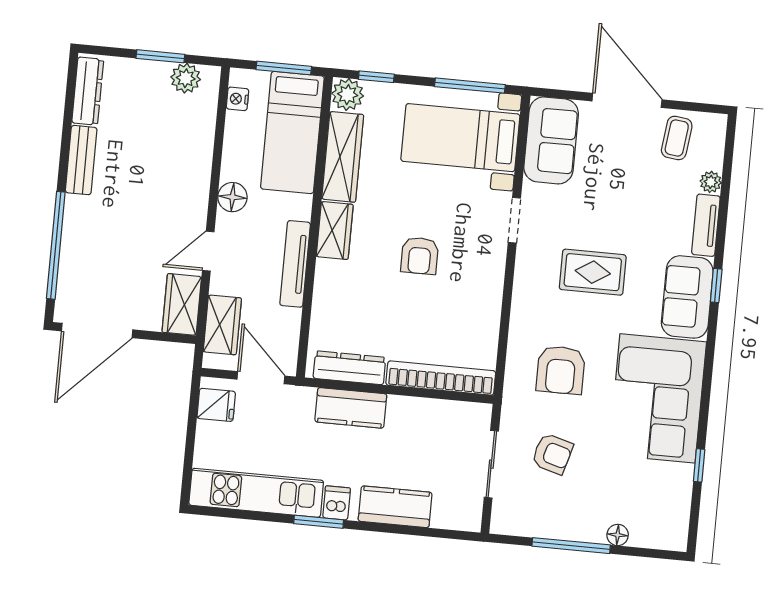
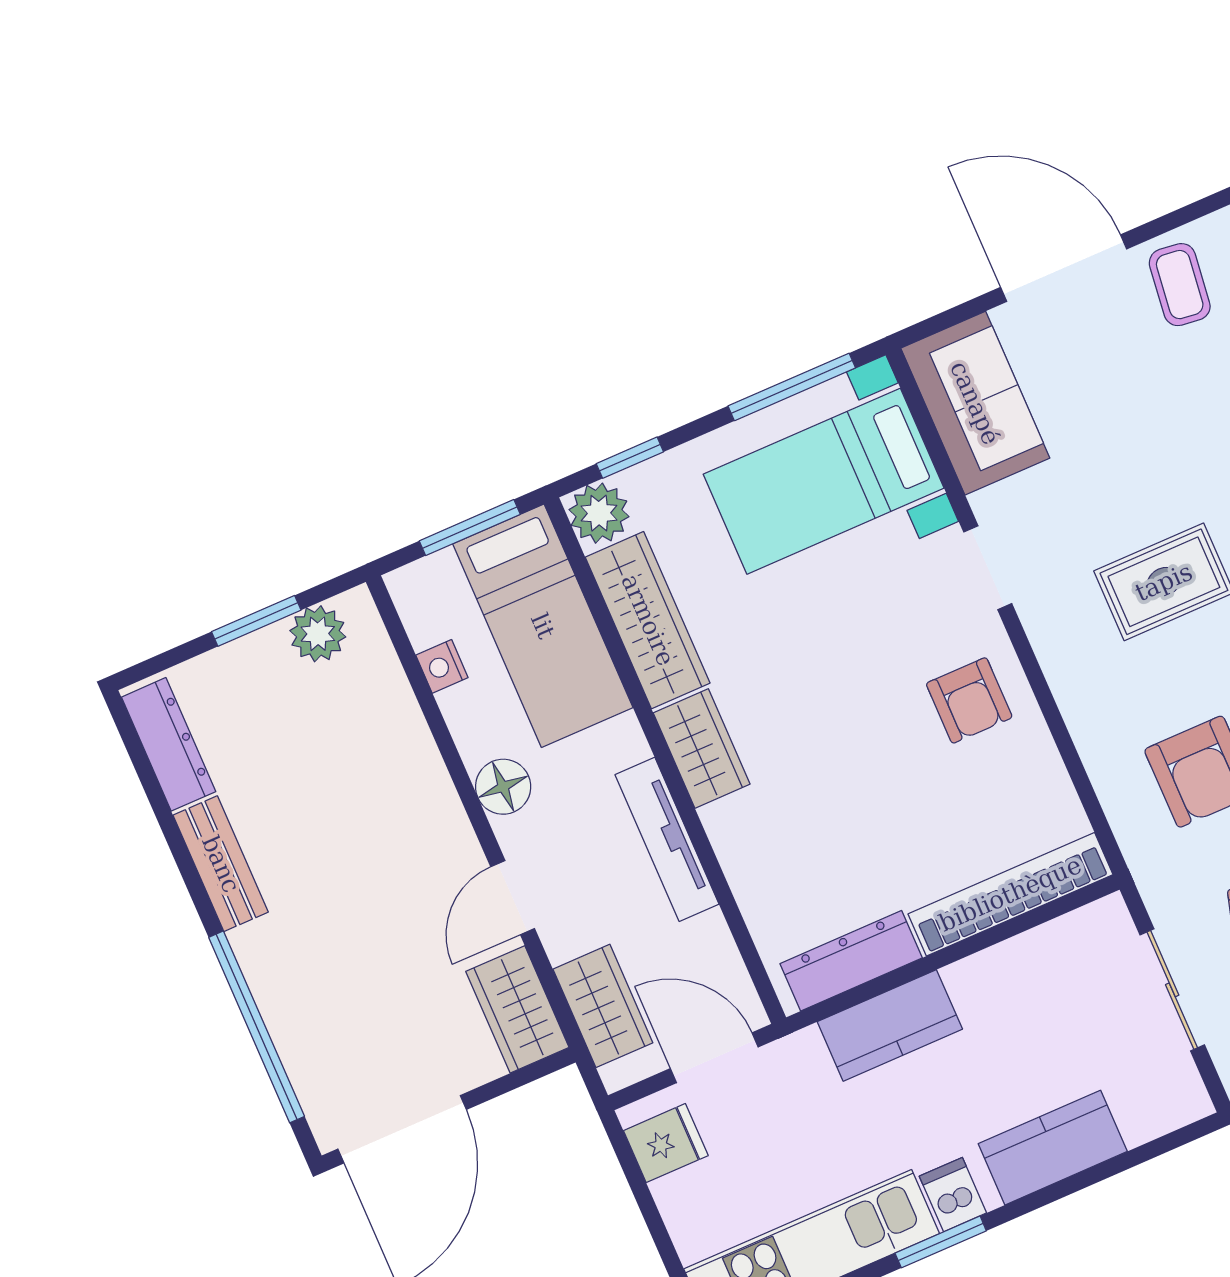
nightstand: (238, 99) -> (442, 666), moved
armchair: (420, 256) -> (969, 700), moved

